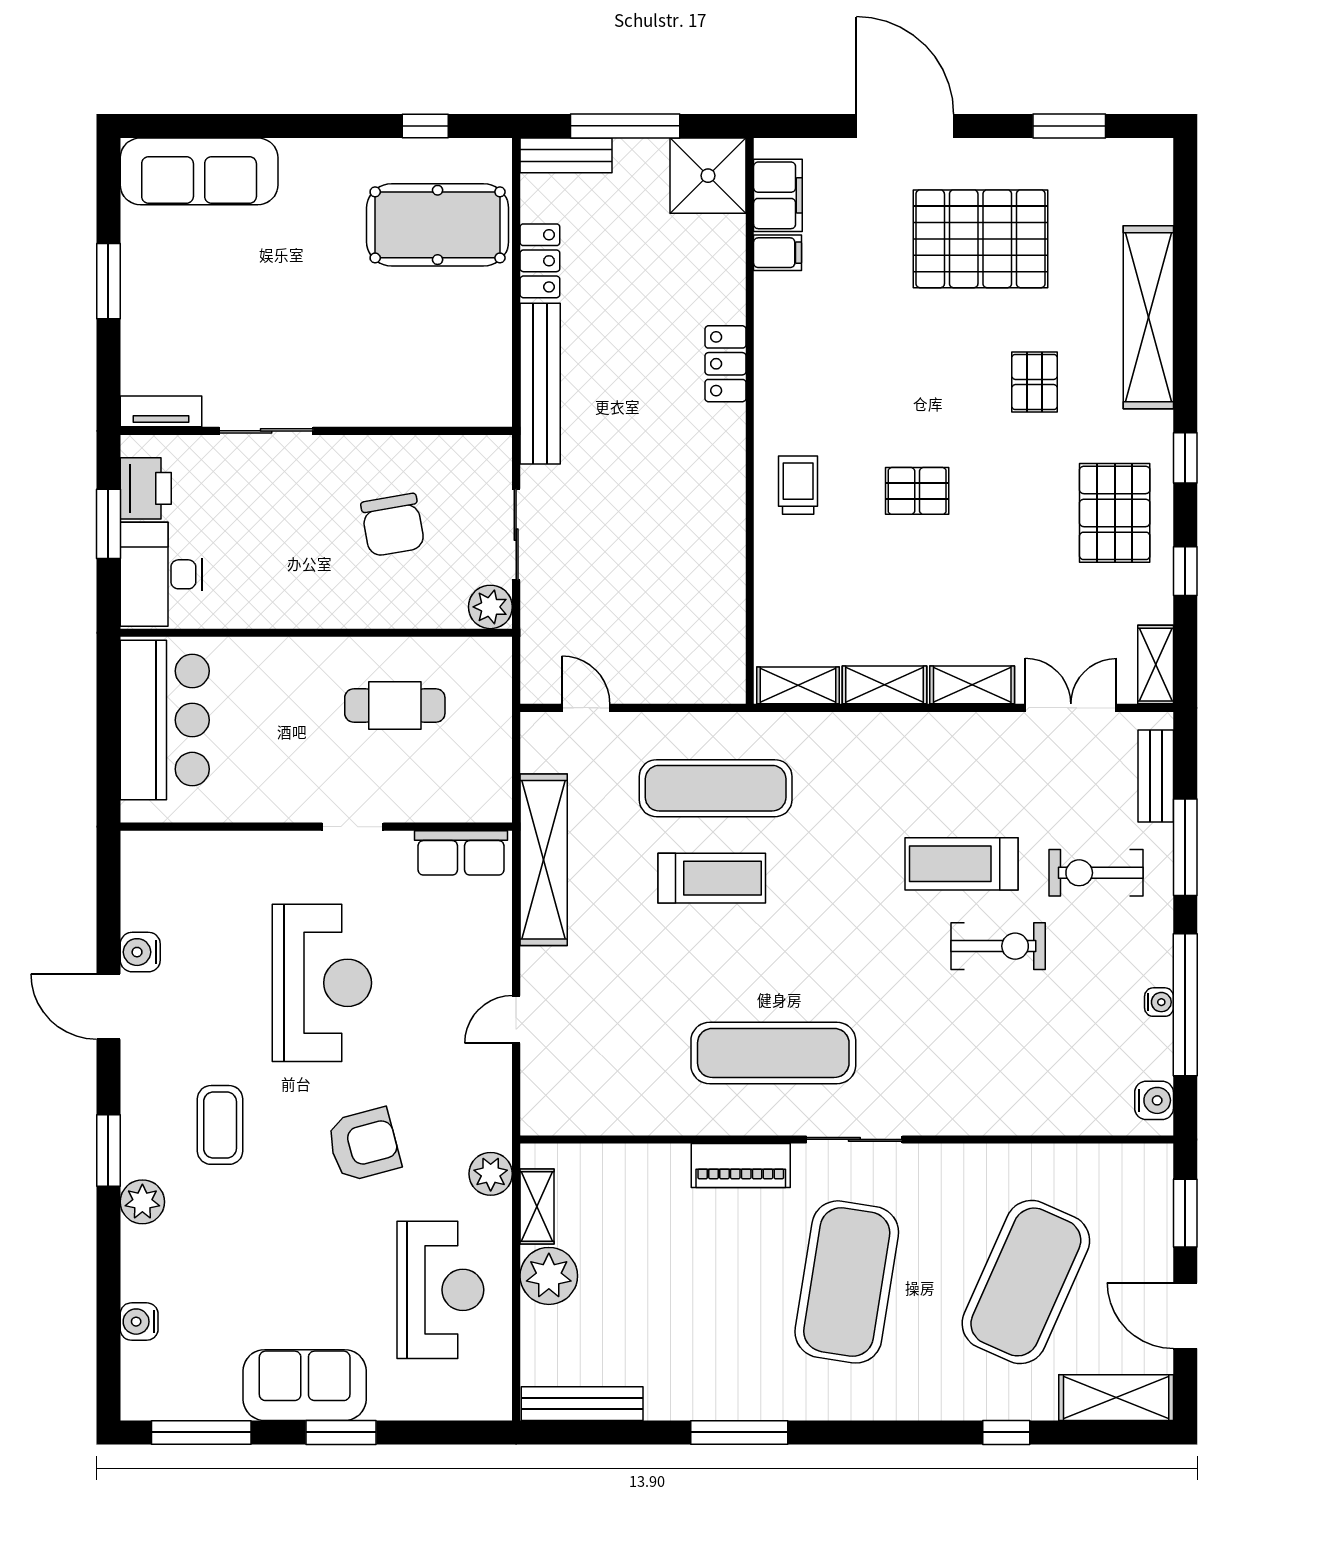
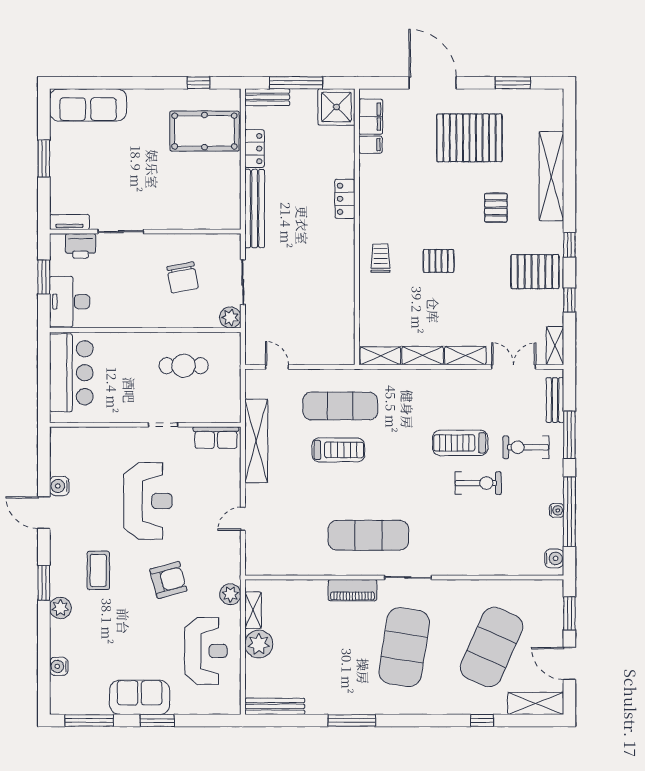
printer: (146, 488) -> (81, 246), moved, turned 90
pallet: (1115, 513) -> (535, 272), turned 90

